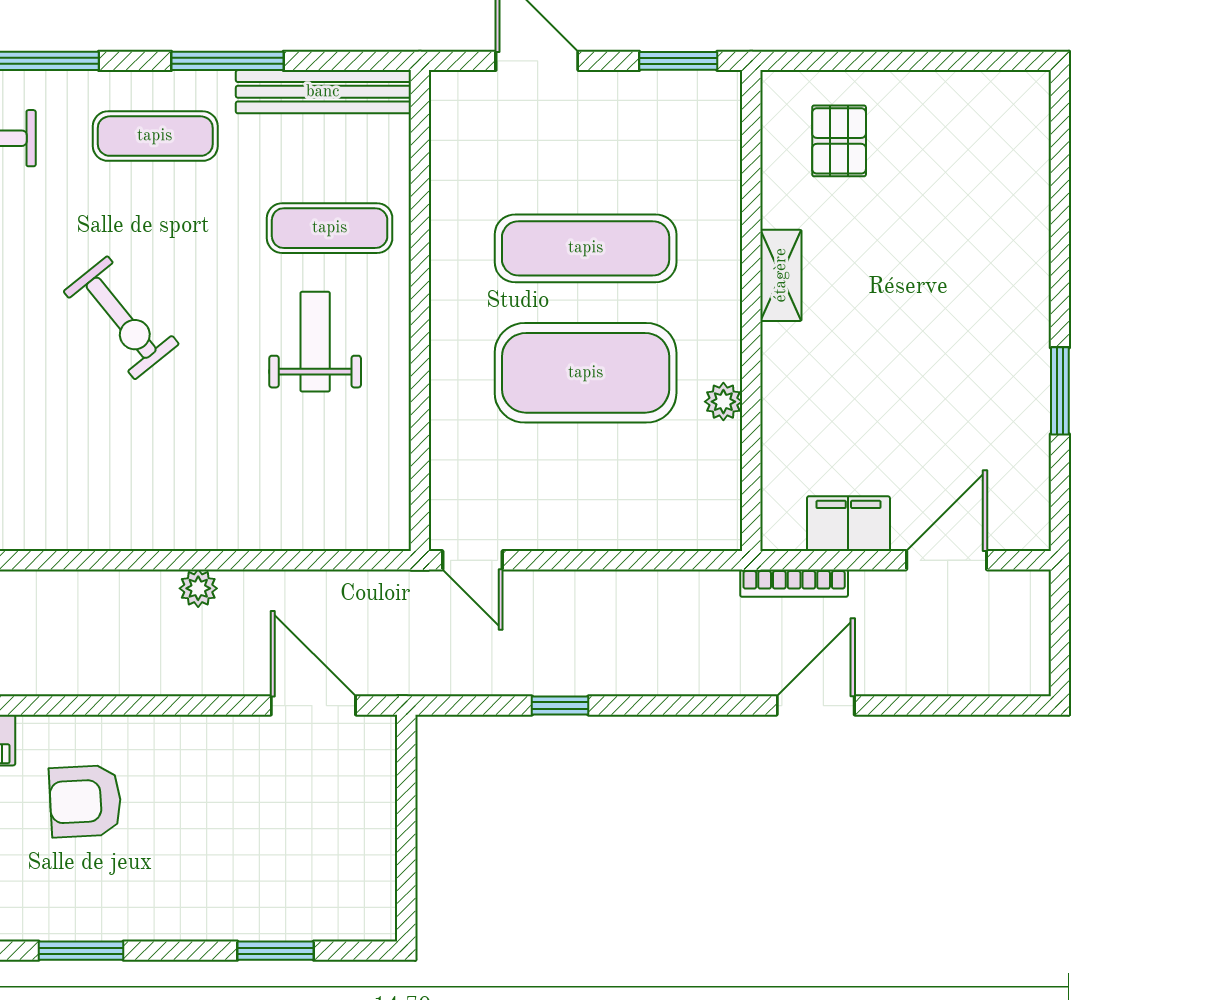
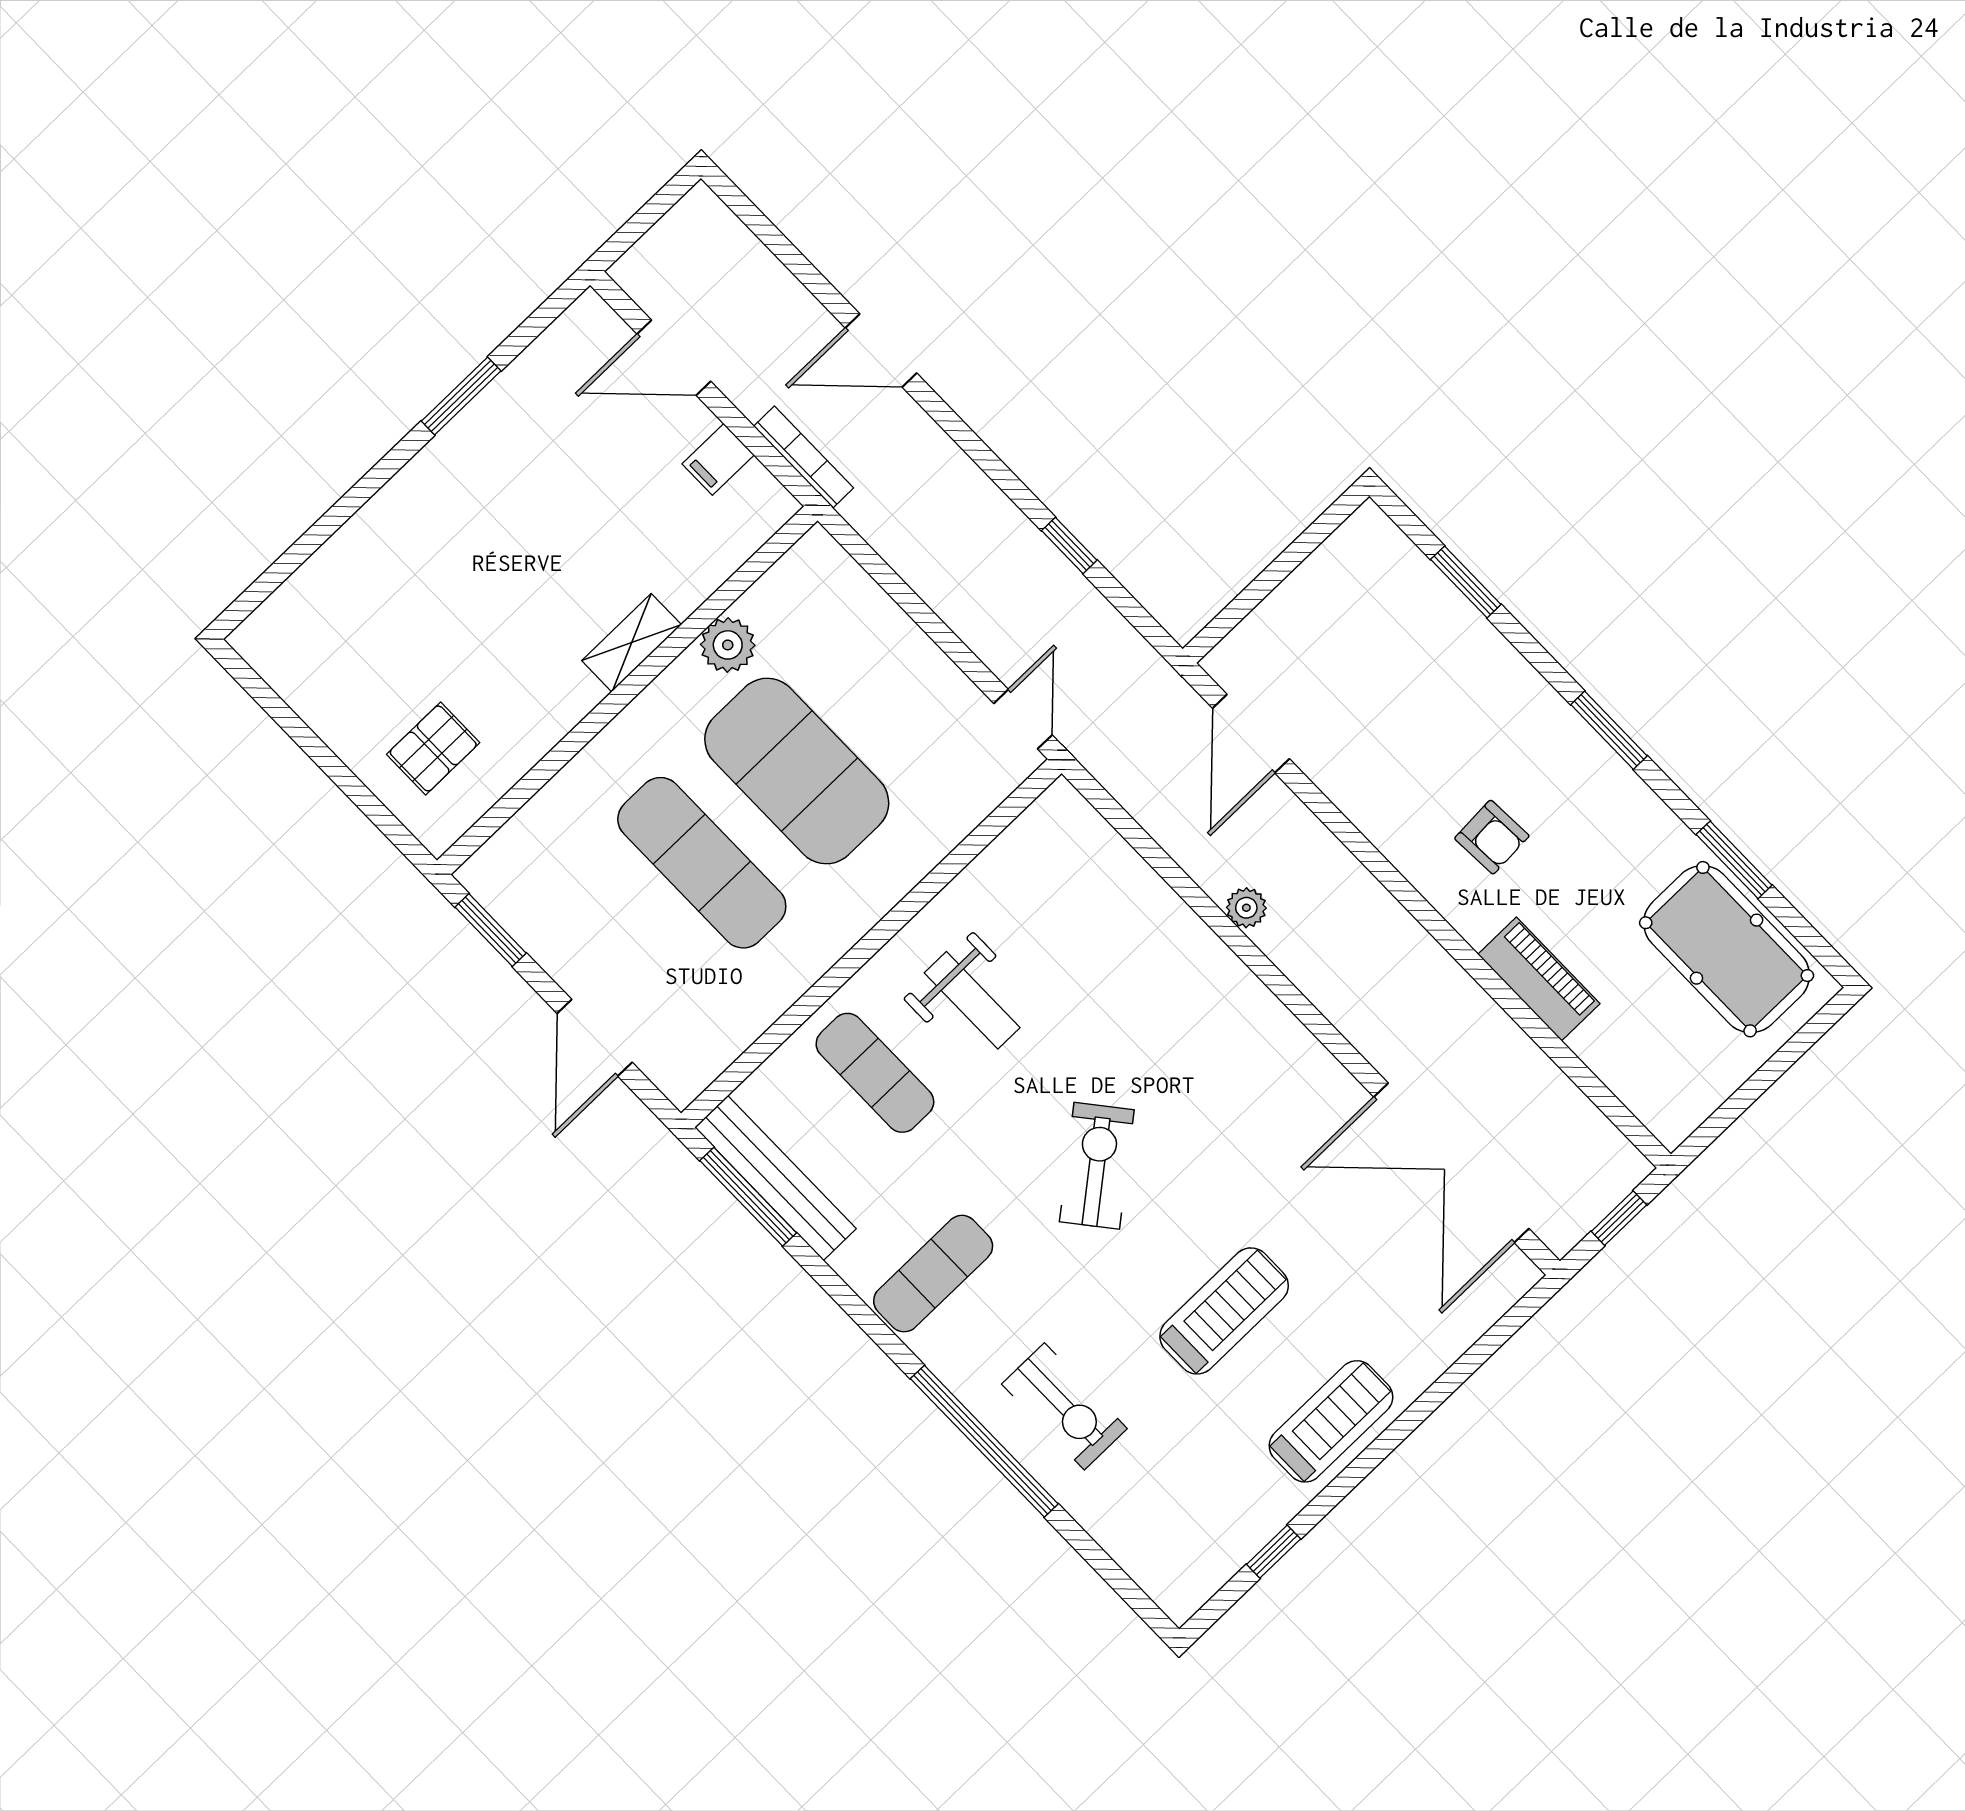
window: (227, 61) -> (748, 1197), moved
exercise mat: (155, 136) -> (933, 1274), turned 90
shelving: (781, 275) -> (632, 643), moved
weight bench: (315, 342) -> (972, 1000), turned -90
plant: (723, 402) -> (728, 645), width x1.38, depth x1.38
filing cabinet: (848, 524) -> (718, 459), width x0.50
armchair: (85, 801) -> (1492, 837), width x0.72, depth x0.72

